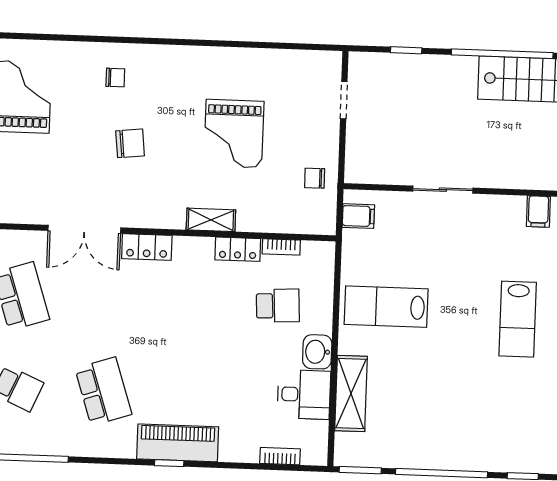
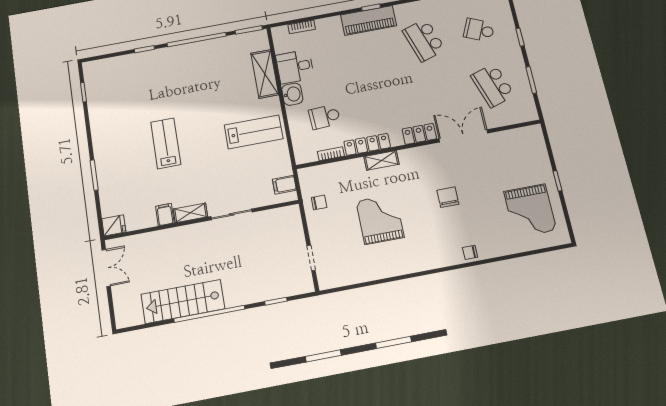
chair: (115, 78) -> (470, 252), moved
chair: (130, 143) -> (448, 197), turned 96
shelving: (501, 206) -> (190, 213), added
locker: (238, 249) -> (367, 144), width x1.53

